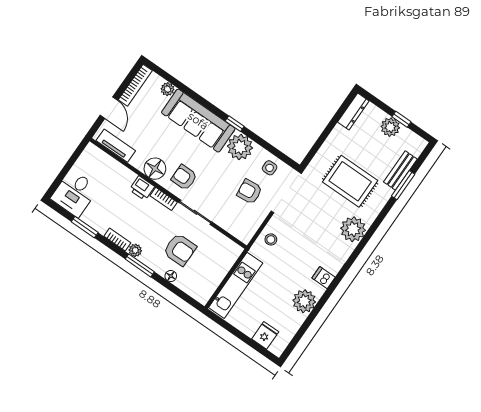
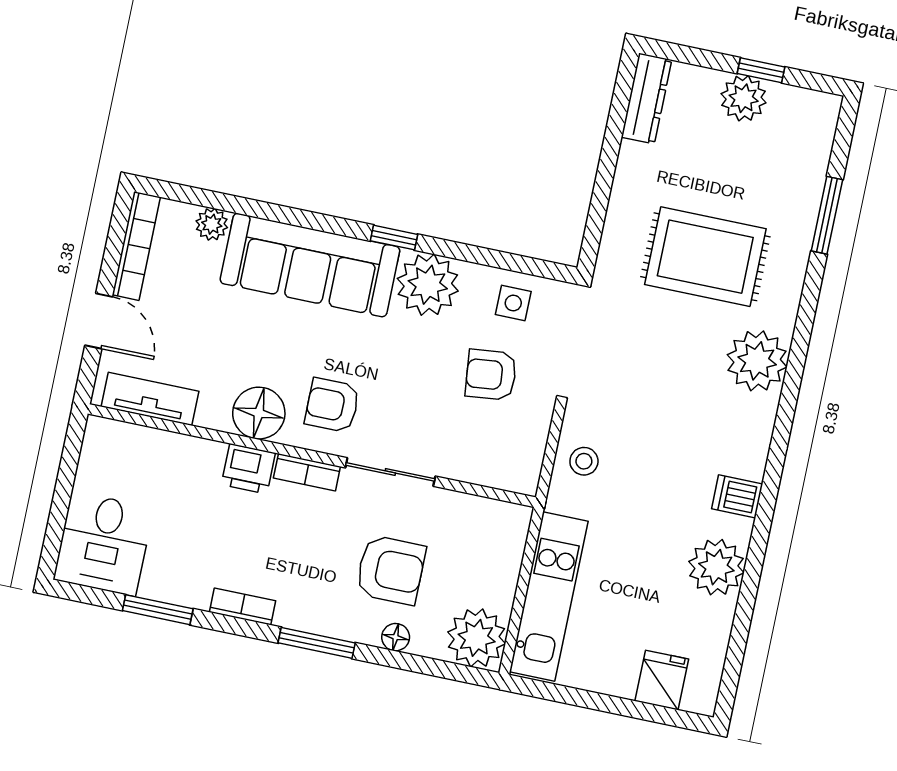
bench: (400, 171) -> (807, 185), removed
plant: (135, 250) -> (477, 638), moved, width x1.87, depth x1.87

